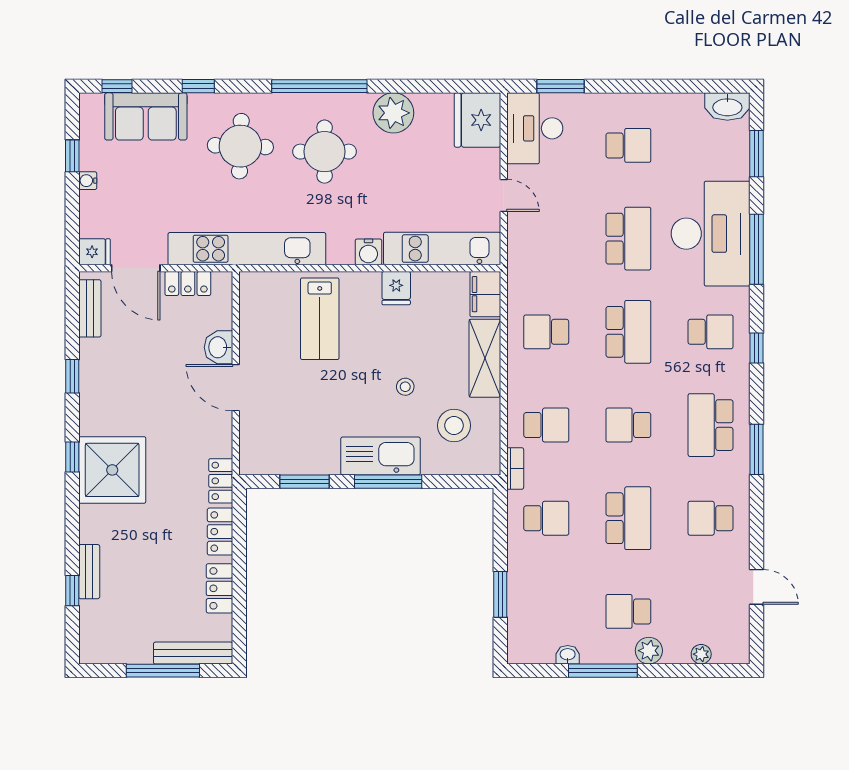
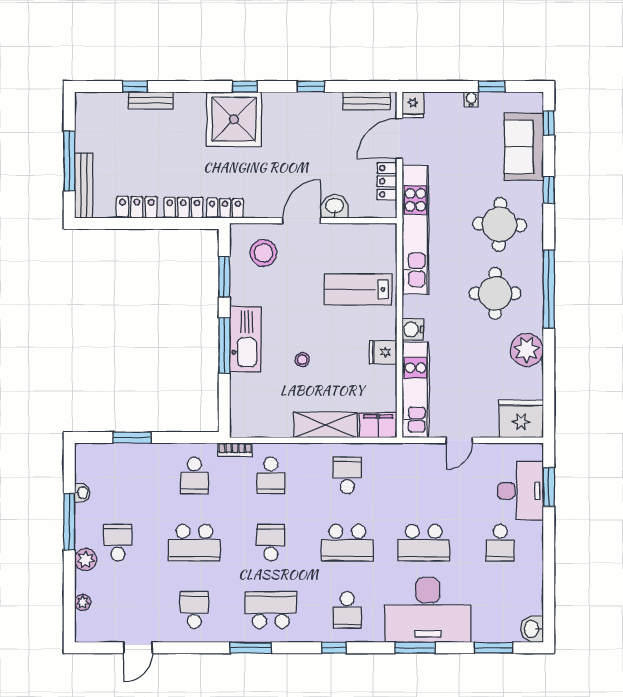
washbasin: (727, 107) -> (532, 629), width x0.72
desk: (535, 128) -> (520, 491), moved, turned 90
window: (757, 249) -> (415, 648), width x0.69
stool: (454, 425) -> (263, 253), moved

